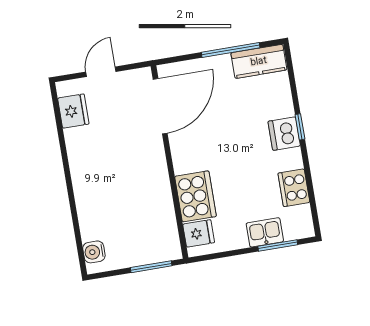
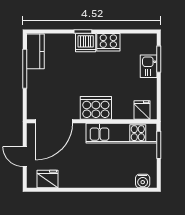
door: (160, 106) -> (54, 121), swing flipped
cooker: (294, 188) -> (108, 42), moved
cooker: (195, 196) -> (96, 108), moved
kitchen unit: (159, 209) -> (121, 133), added

